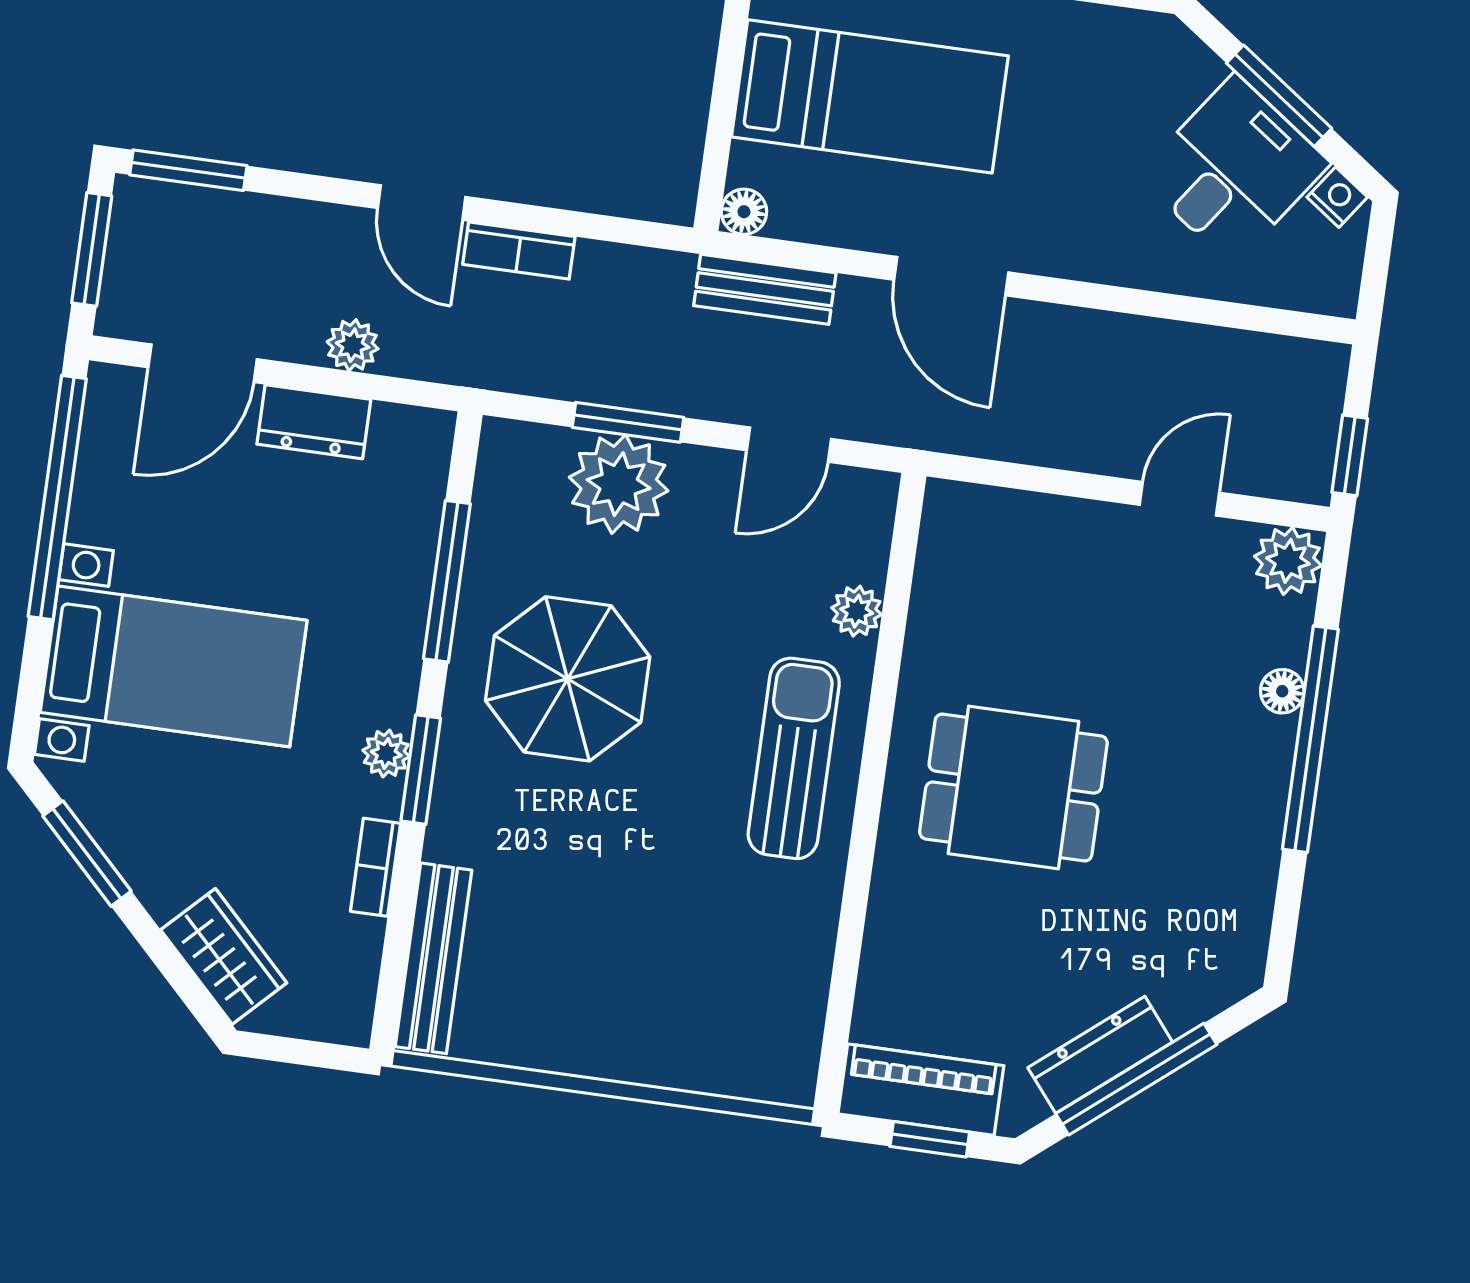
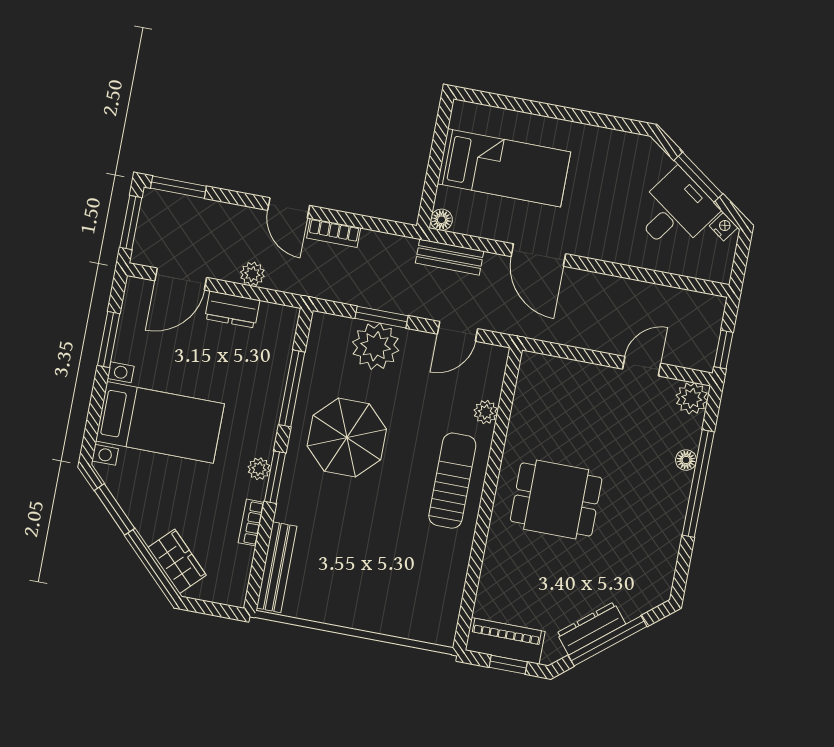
window: (57, 498) -> (109, 340), width x0.47

